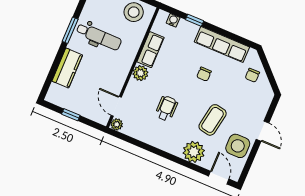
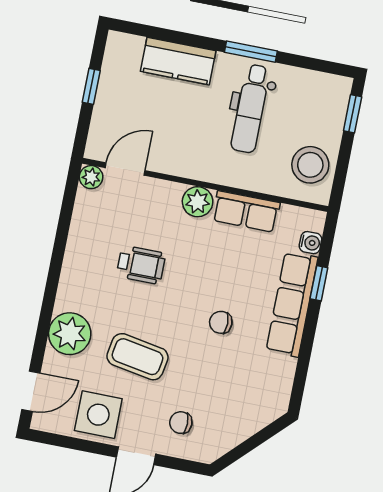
row of seats: (222, 44) -> (292, 304), moved
chair: (252, 75) -> (181, 423), moved

